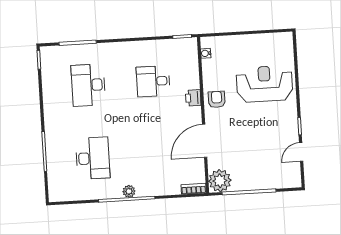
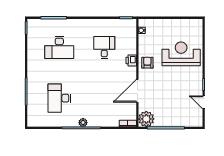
desk: (153, 81) -> (104, 47), turned 90
desk: (88, 85) -> (59, 47), turned -90
door: (301, 152) -> (204, 102), hinge flipped
desk: (93, 158) -> (59, 98), turned 180

